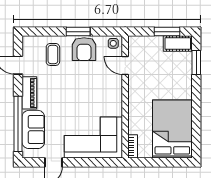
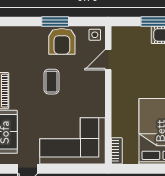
coffee table: (53, 54) -> (52, 82), moved
door: (125, 65) -> (108, 60), hinge flipped

